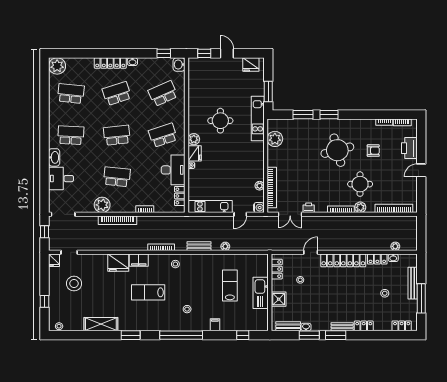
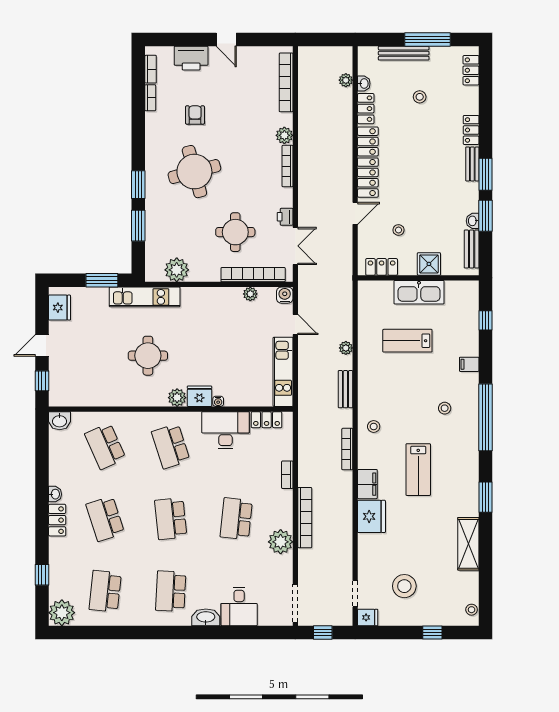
window: (164, 53) -> (42, 575), moved
locker: (110, 63) -> (57, 520), width x0.66
round table: (360, 184) -> (235, 232), moved
door: (311, 252) -> (355, 213), swing flipped

